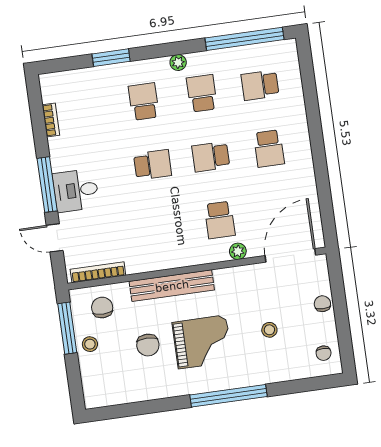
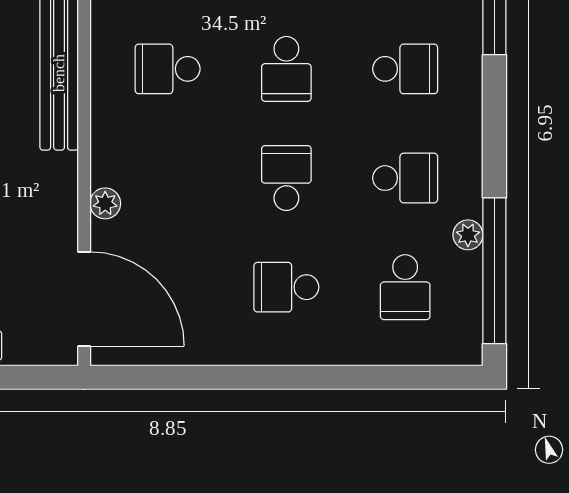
plant: (178, 63) -> (468, 235), moved
school desk: (260, 85) -> (405, 287), turned 180
school desk: (220, 220) -> (168, 69), moved

